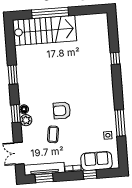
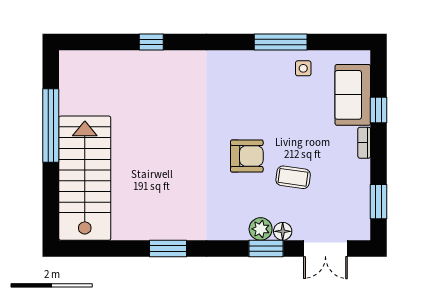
window: (50, 13) -> (51, 126), moved
floor lamp: (24, 109) -> (283, 231), moved
armchair: (62, 110) -> (247, 156), turned -90
window: (16, 114) -> (266, 248), moved
tv unit: (44, 169) -> (360, 200), removed

